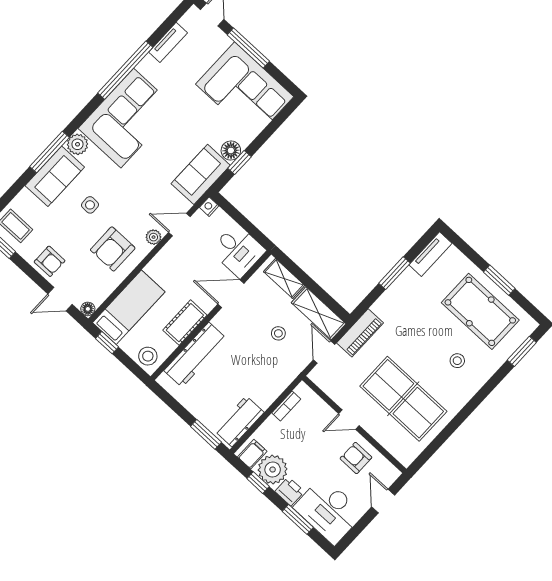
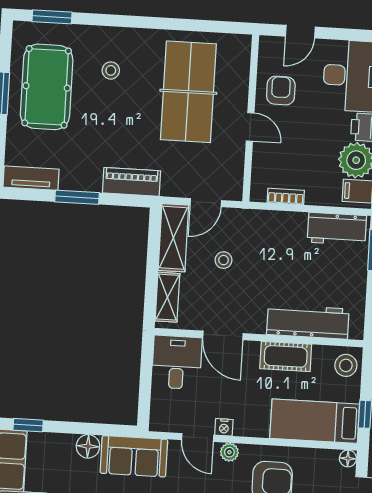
window: (239, 163) -> (28, 425), moved
nightstand: (209, 207) -> (224, 427), moved
piano: (360, 333) -> (131, 182), moved
armchair: (356, 458) -> (281, 91), turned 180

